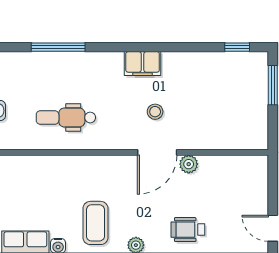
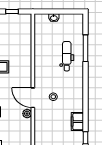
filing cabinet: (143, 64) -> (77, 122), moved
dental chair: (66, 117) -> (67, 56), moved

